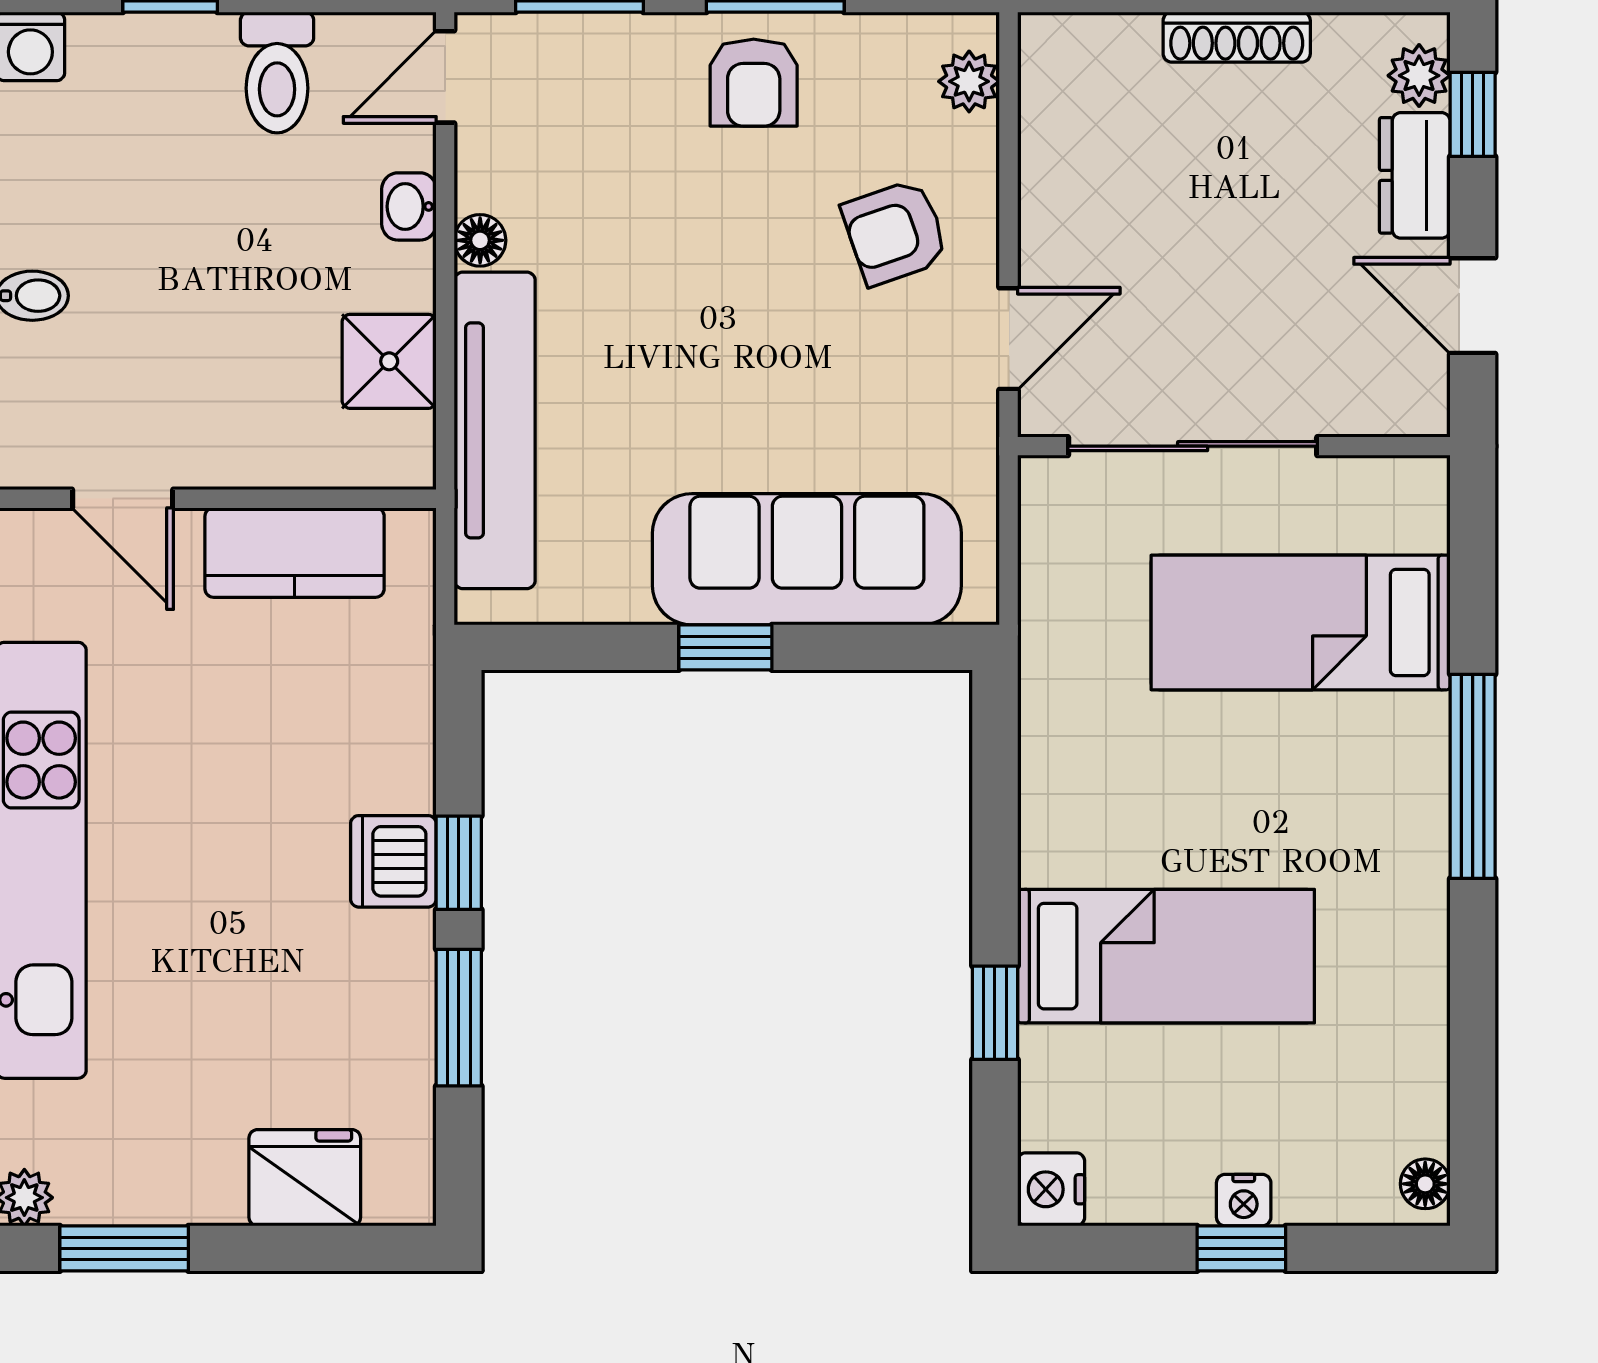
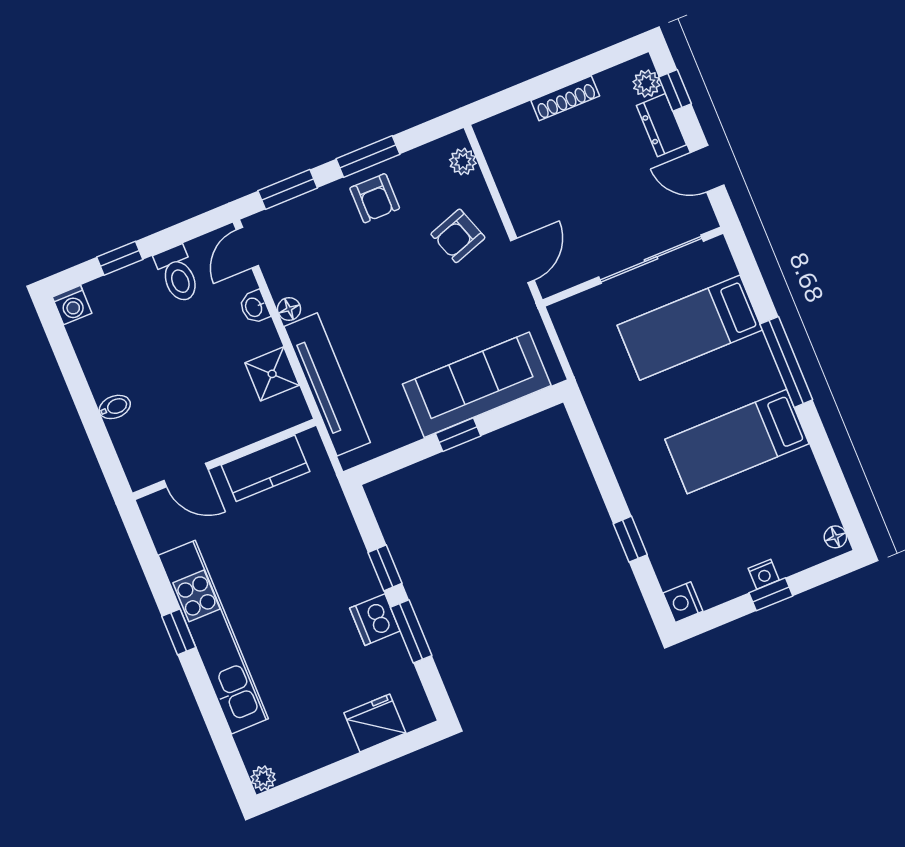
sliding door: (1193, 446) -> (651, 259), moved
dishwasher: (393, 861) -> (375, 620), moved
bed: (1166, 956) -> (737, 441), moved, turned 180
window: (124, 1248) -> (313, 782), removed

